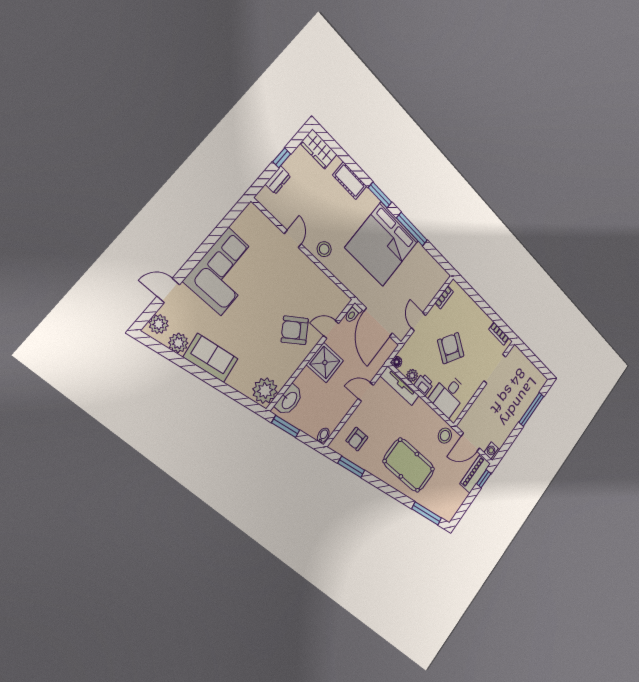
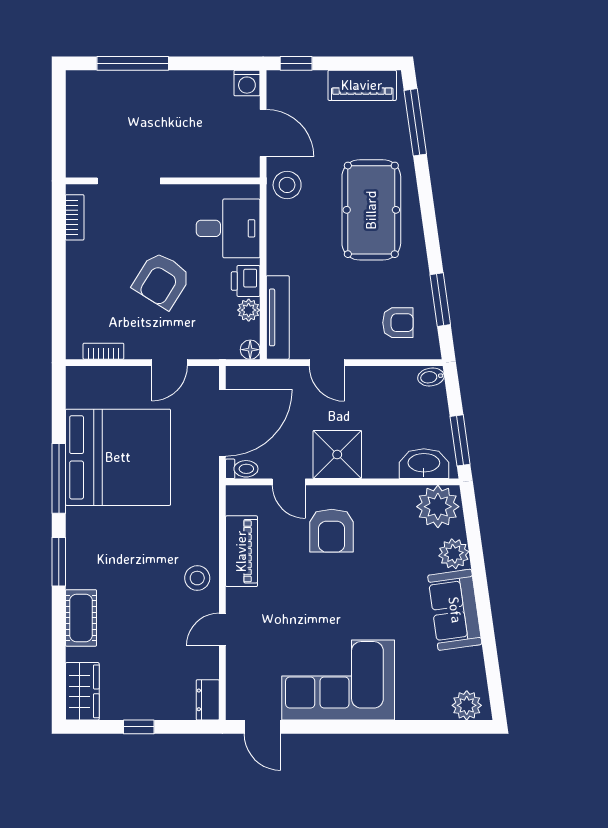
dresser: (278, 180) -> (208, 700), moved, turned -90
bed: (382, 244) -> (118, 457), moved
piano: (319, 280) -> (241, 551), added
door: (168, 290) -> (262, 727), moved
armchair: (295, 330) -> (332, 531), turned 34
plant: (178, 343) -> (454, 554), moved
piano: (475, 474) -> (362, 85), moved

